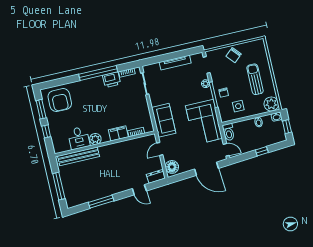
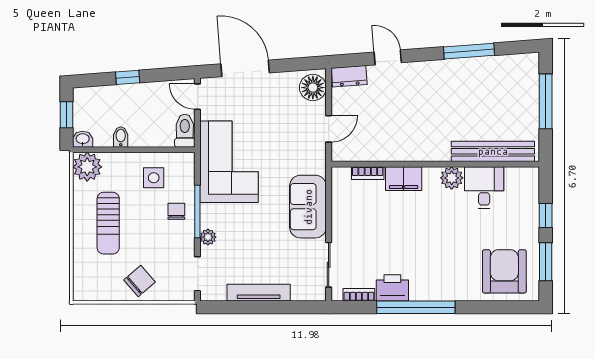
sofa: (164, 120) -> (308, 207), moved

